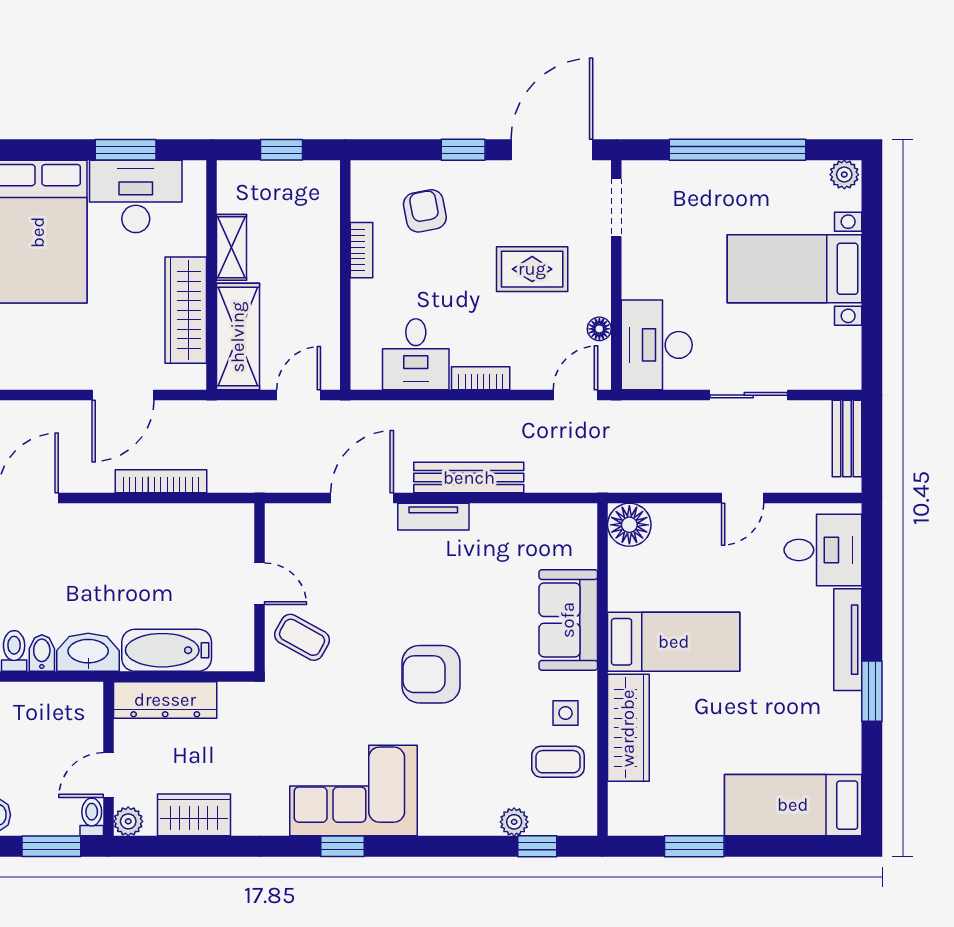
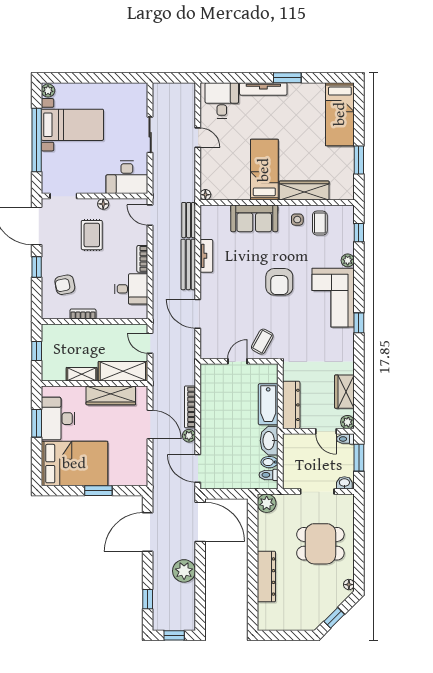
bed with nightstands: (794, 269) -> (72, 125), moved, turned -90
floor lamp: (599, 329) -> (103, 204), moved
bench: (847, 439) -> (189, 220), moved, turned 90
plant: (99, 479) -> (189, 436), added
tv unit: (433, 517) -> (206, 256), moved
floor lamp: (629, 525) -> (205, 195), width x0.53, depth x0.53
corner sofa: (354, 791) -> (333, 298), moved
plant: (514, 822) -> (348, 260), moved

